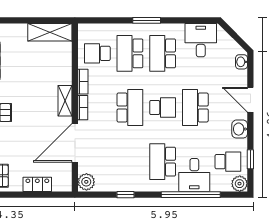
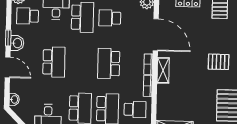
school desk: (163, 107) -> (110, 18), moved
door: (75, 143) -> (156, 35), hinge flipped
window: (250, 159) -> (8, 38), moved

